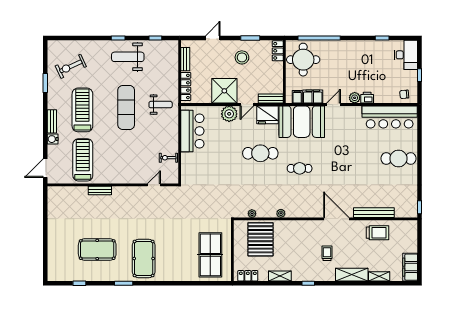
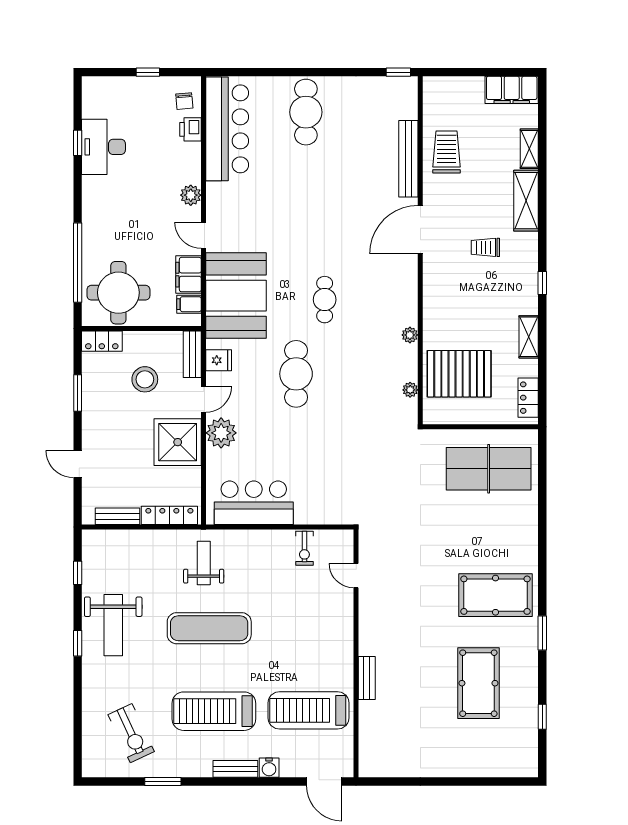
desk: (406, 55) -> (103, 147), moved, turned -90
stool: (242, 57) -> (145, 379), moved
printer: (367, 98) -> (191, 129), moved
door: (247, 105) -> (204, 399), hinge flipped
fridge: (268, 115) -> (219, 360), width x0.53, depth x0.75

